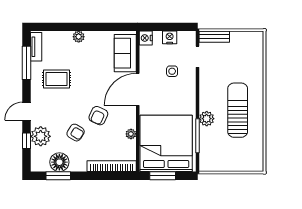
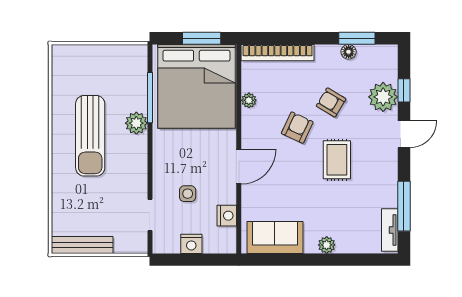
bench: (214, 37) -> (82, 245), moved, width x1.36
nightstand: (146, 38) -> (227, 216), moved
sofa: (125, 53) -> (275, 237), moved, turned -90
rug: (57, 79) -> (337, 160), moved, turned 90
door: (138, 89) -> (239, 167), width x0.73
floor lamp: (59, 162) -> (349, 52), width x0.53, depth x0.53

